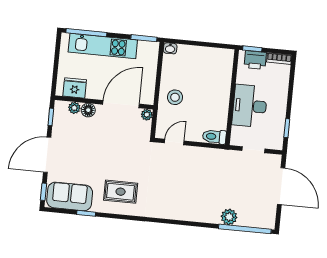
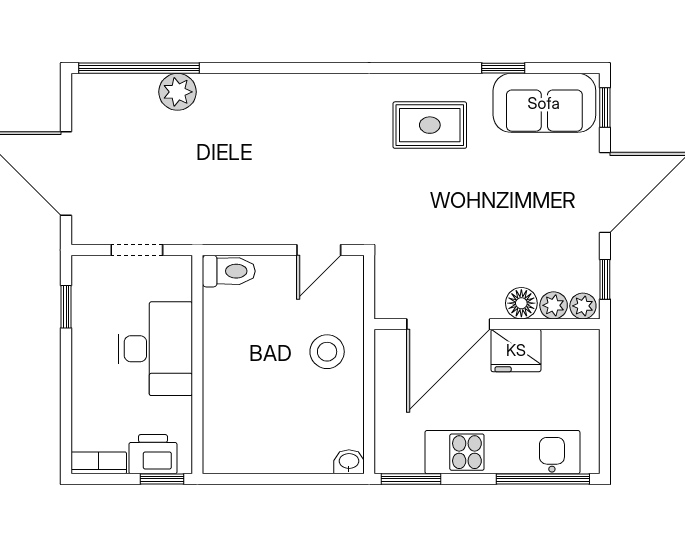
fridge: (75, 88) -> (516, 350), moved
plant: (147, 115) -> (583, 306), moved

